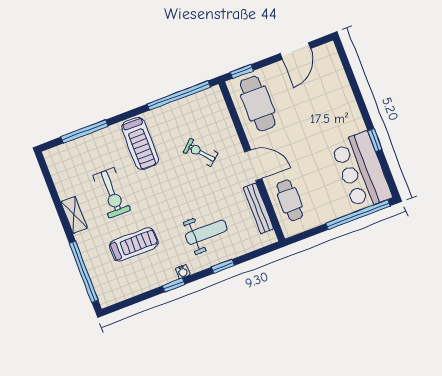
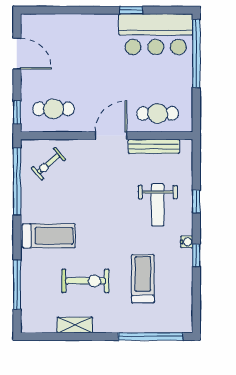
cafe table: (258, 103) -> (53, 109), width x0.73, depth x0.74
exercise bike: (201, 152) -> (48, 164), moved
shelving: (74, 215) -> (75, 325), moved
weight bench: (206, 232) -> (158, 205), turned 180

